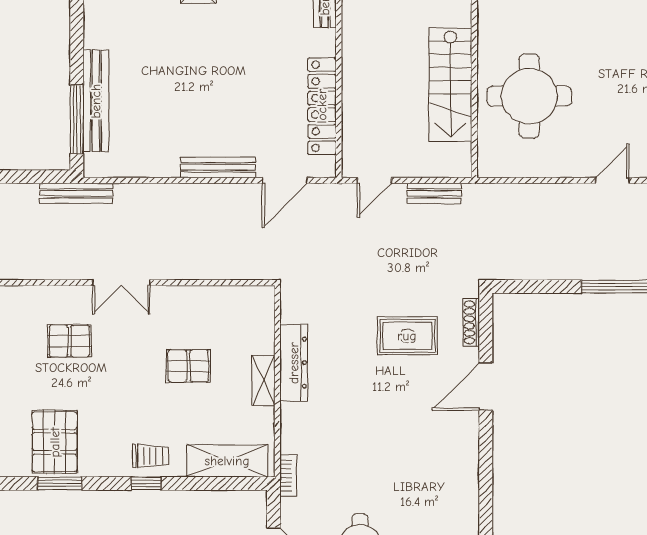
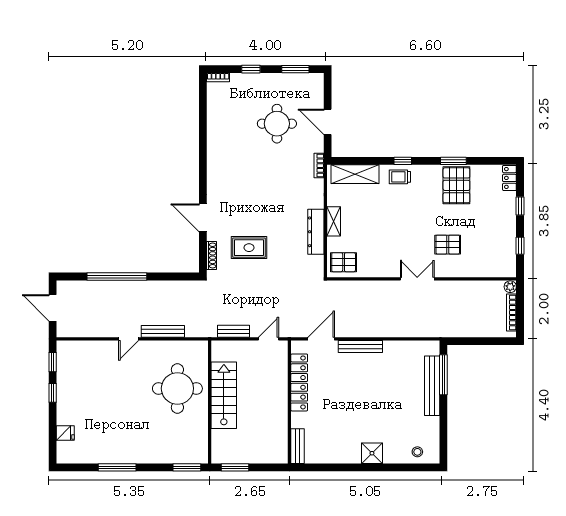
bench: (76, 193) -> (163, 331), moved
pallet: (188, 366) -> (344, 262), moved
door: (486, 387) -> (203, 218), swing flipped

